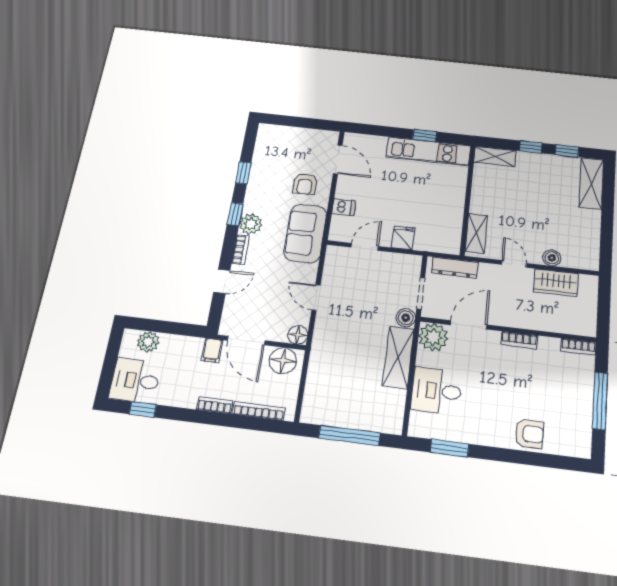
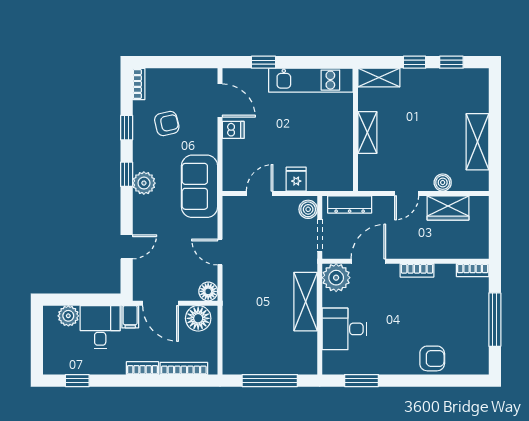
window: (425, 136) -> (263, 62), moved
shelving: (591, 183) -> (478, 142), moved
armchair: (305, 184) -> (167, 123), moved, turned -103
dishwasher: (344, 207) -> (233, 130), moved
shelving: (476, 233) -> (367, 132), moved
bookcase: (241, 250) -> (139, 84), moved
door: (514, 264) -> (407, 193), swing flipped
boiler: (406, 318) -> (308, 209), moved
desk: (135, 381) -> (100, 327), moved, turned 90

